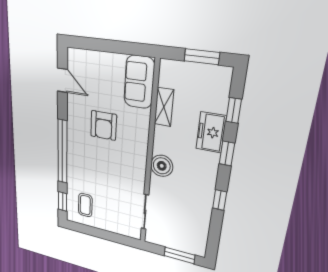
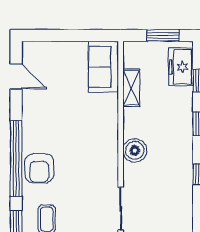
armchair: (104, 125) -> (39, 168), moved
freezer: (211, 132) -> (181, 67), moved

